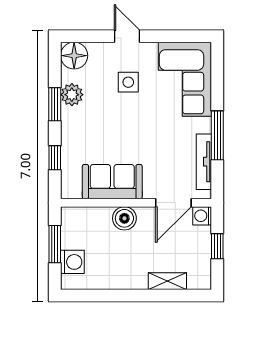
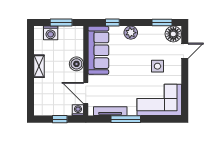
door: (127, 36) -> (185, 51), moved
plant: (72, 95) -> (131, 33), moved
window: (55, 104) -> (162, 22), moved
sofa: (112, 182) -> (98, 50), width x1.36
shelving: (167, 281) -> (39, 66), moved

